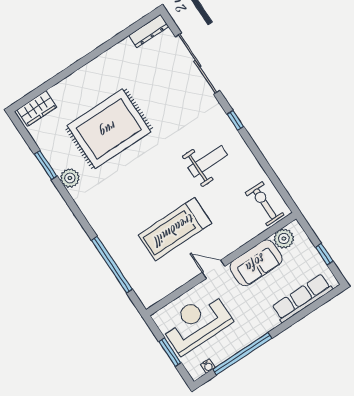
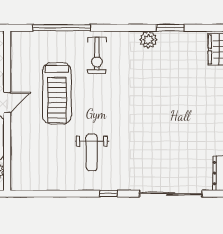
rug: (109, 129) -> (166, 94), removed
exercise bike: (265, 204) -> (97, 55), moved, turned 90
treadmill: (175, 229) -> (57, 93), turned 180

